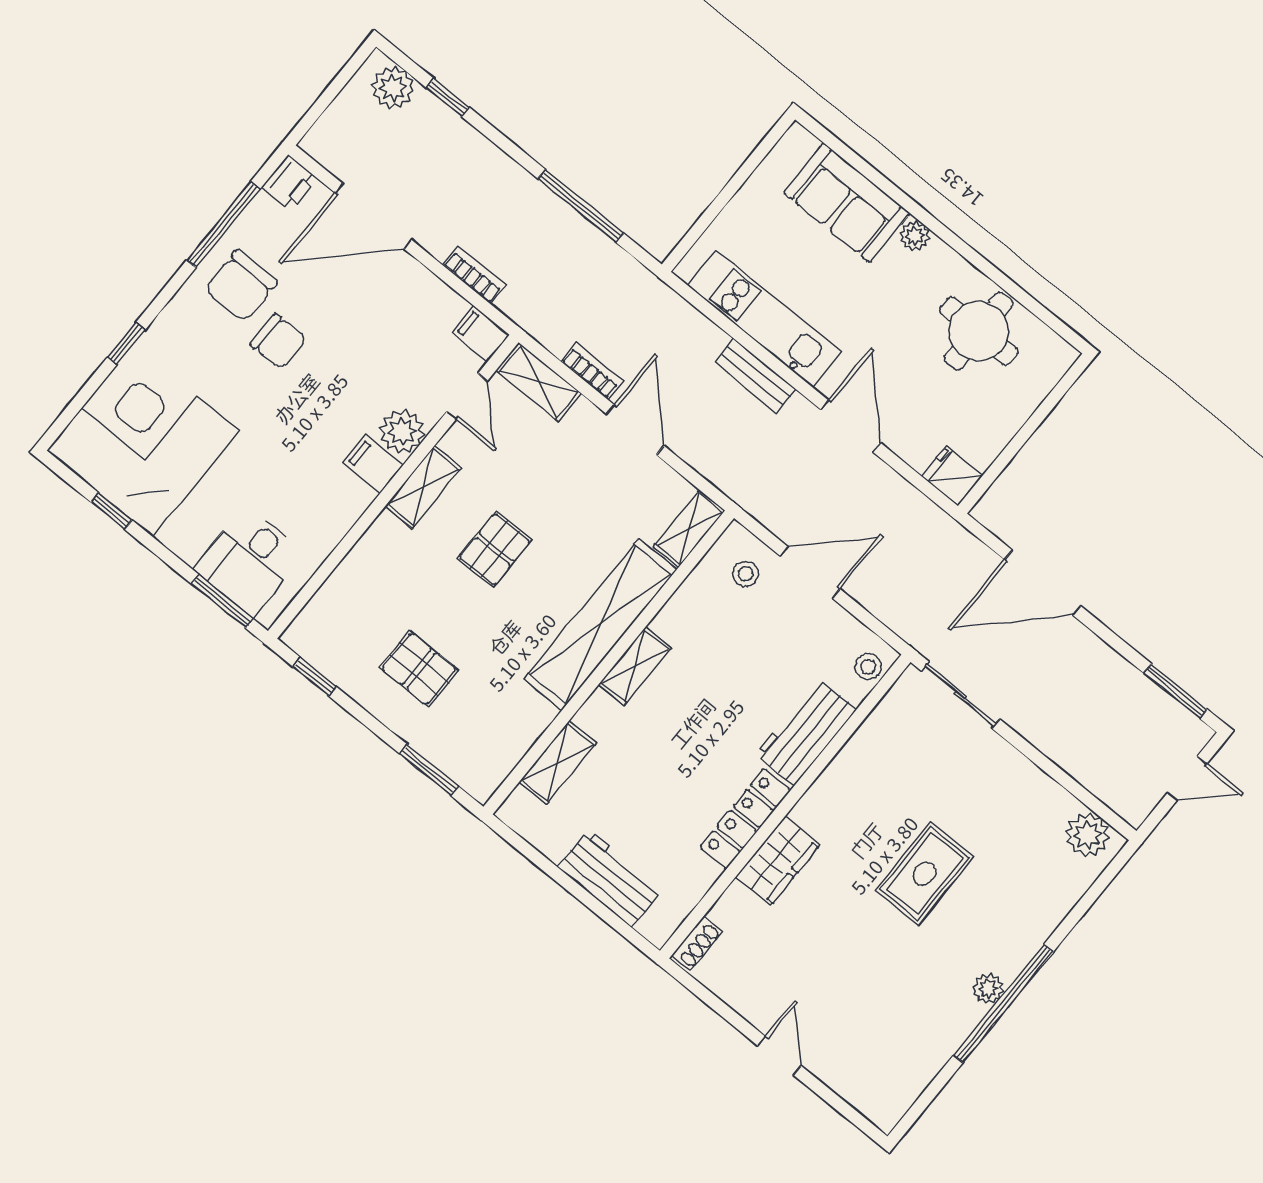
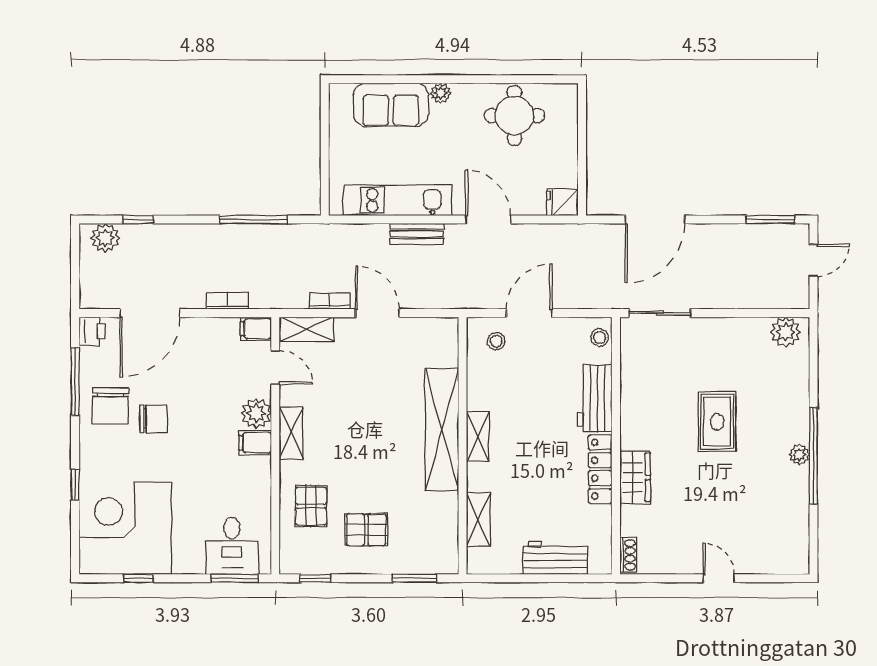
shelving: (689, 529) -> (447, 342), removed
pallet: (495, 549) -> (311, 506), moved

